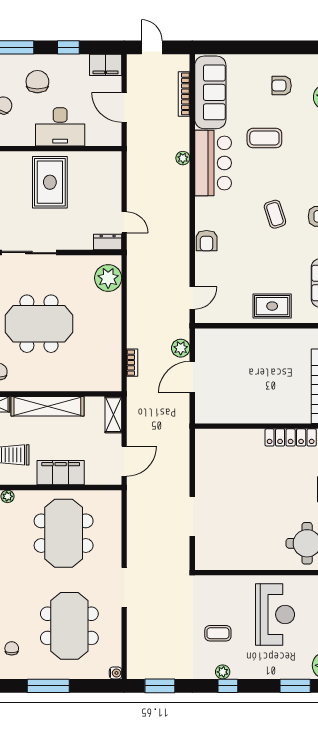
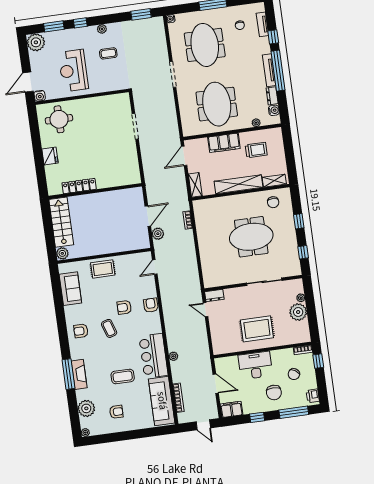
rug: (50, 182) -> (257, 329), turned 90
armchair: (247, 243) -> (124, 307), added
plant: (108, 278) -> (211, 272), removed
window: (228, 686) -> (80, 23), moved

